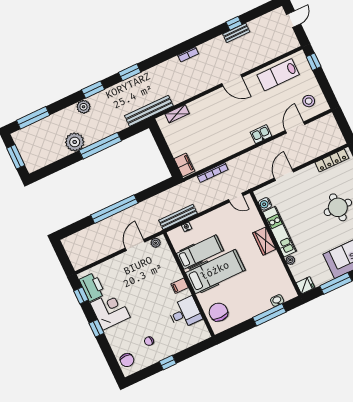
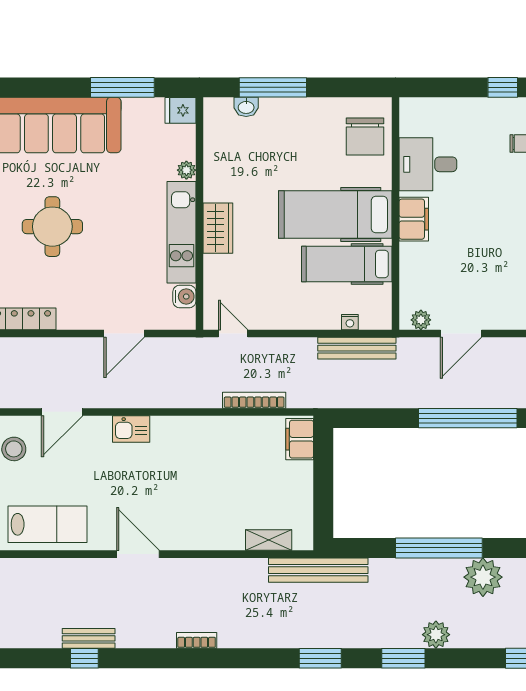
filing cabinet: (180, 286) -> (414, 219), width x2.00

